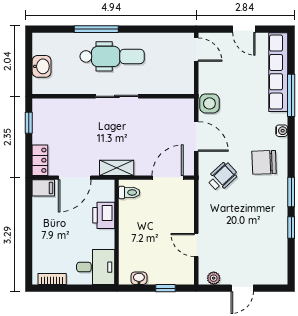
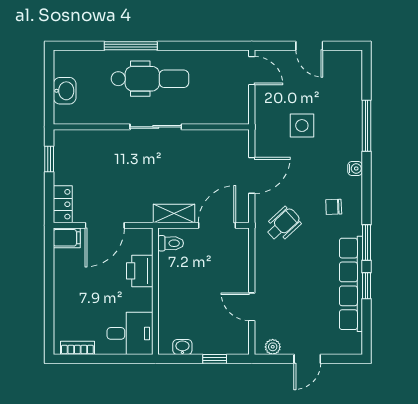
row of seats: (278, 72) -> (351, 284), moved
side table: (209, 103) -> (302, 126), moved
door: (196, 136) -> (252, 175), hinge flipped
chair: (264, 162) -> (334, 207), width x0.54, depth x0.54
shelving: (117, 168) -> (174, 214), moved

